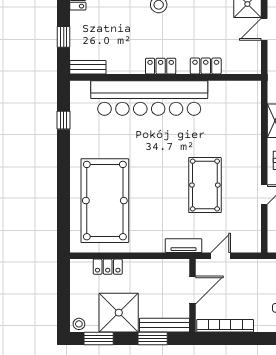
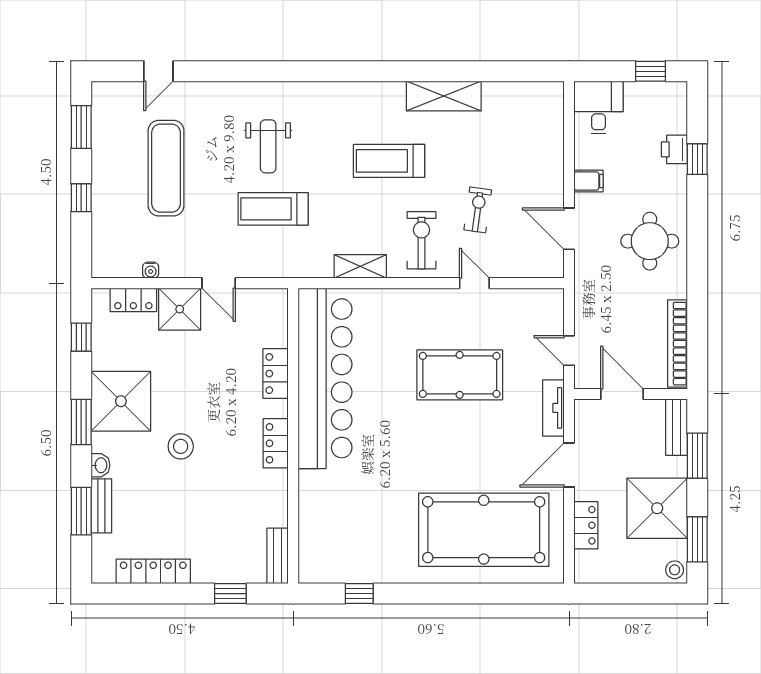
bar counter: (149, 98) -> (325, 378), moved
door: (147, 256) -> (569, 465), added
bench: (164, 325) -> (677, 427), width x0.73

